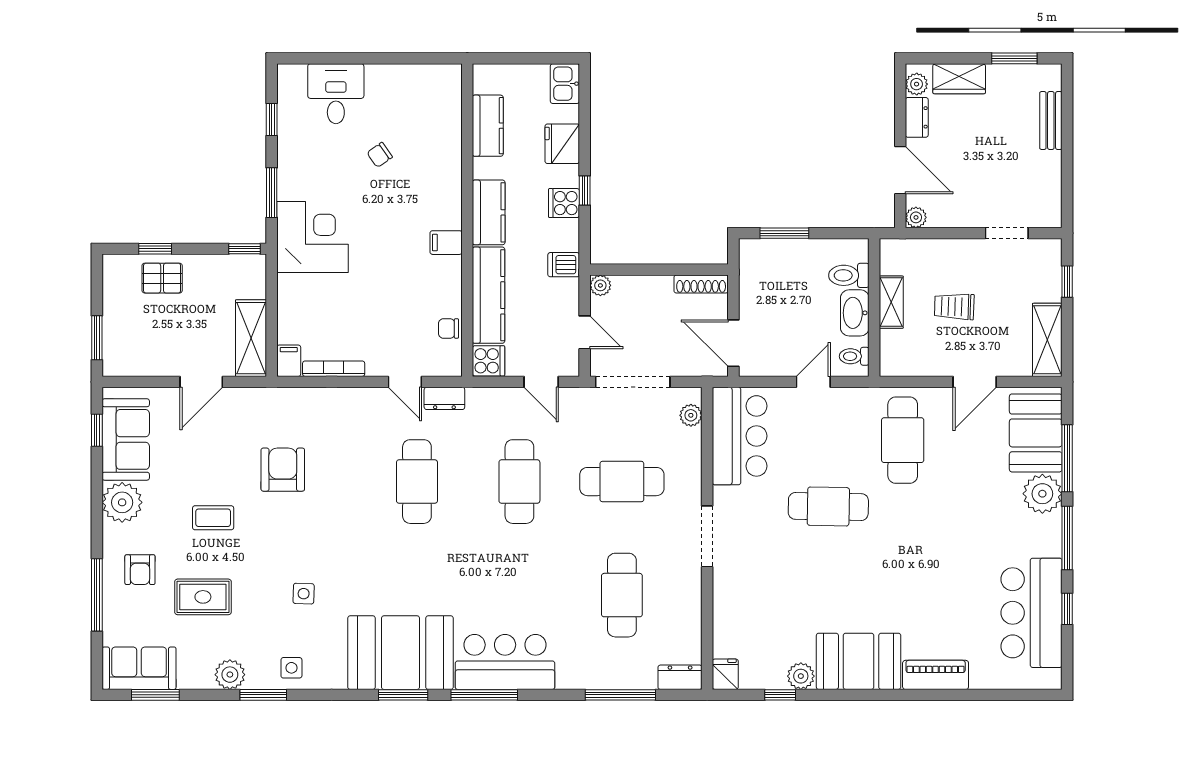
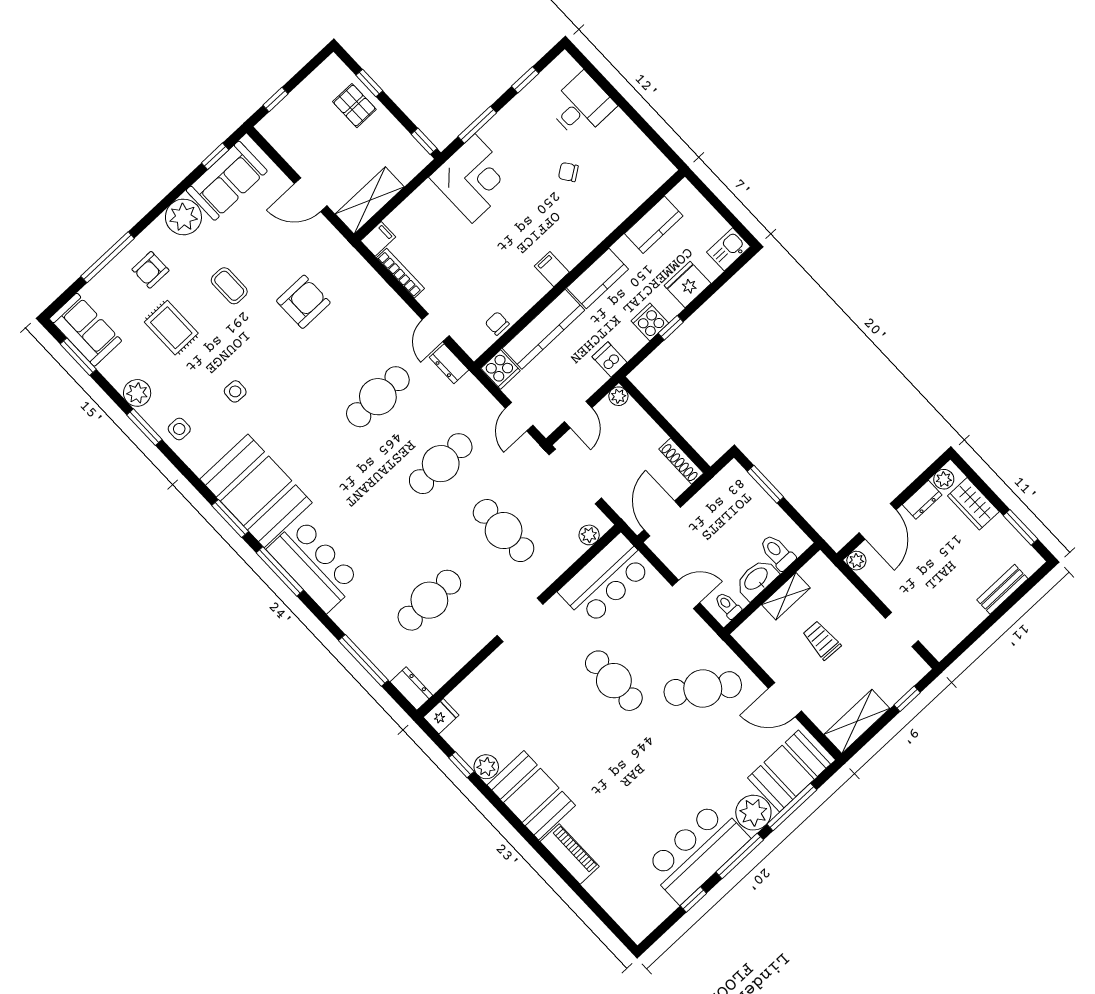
window: (97, 338) -> (275, 99), width x0.67
cafe table: (903, 440) -> (703, 689), turned 35
bar counter: (1032, 613) -> (697, 852), moved

